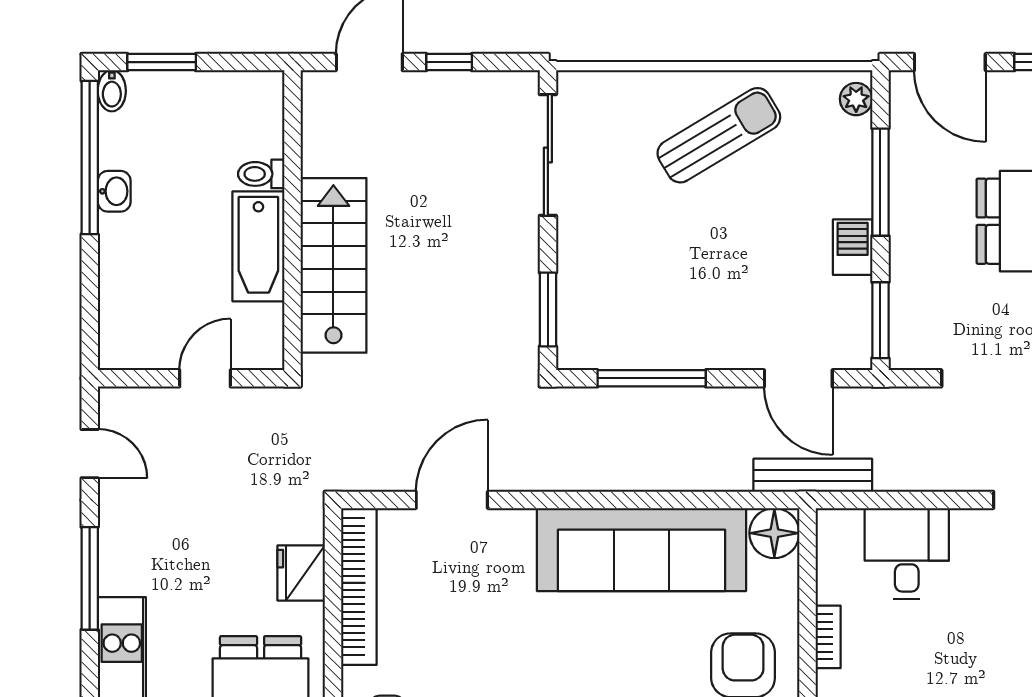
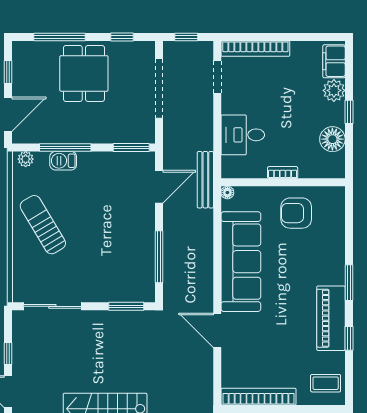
barbecue: (853, 247) -> (63, 161), moved
door: (452, 500) -> (217, 330), moved
floor lamp: (774, 533) -> (227, 193), width x0.53, depth x0.53

